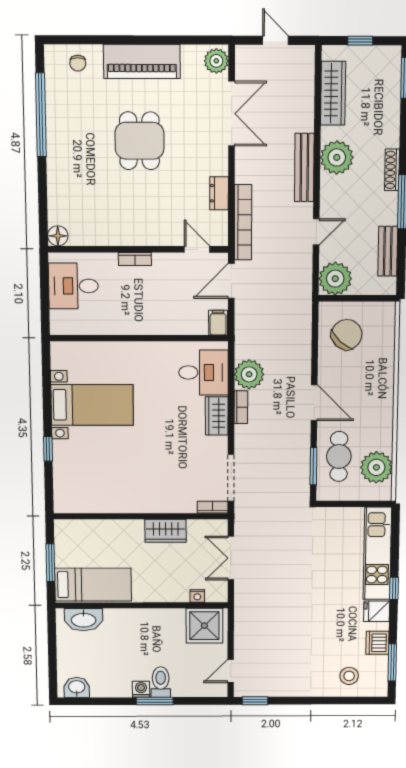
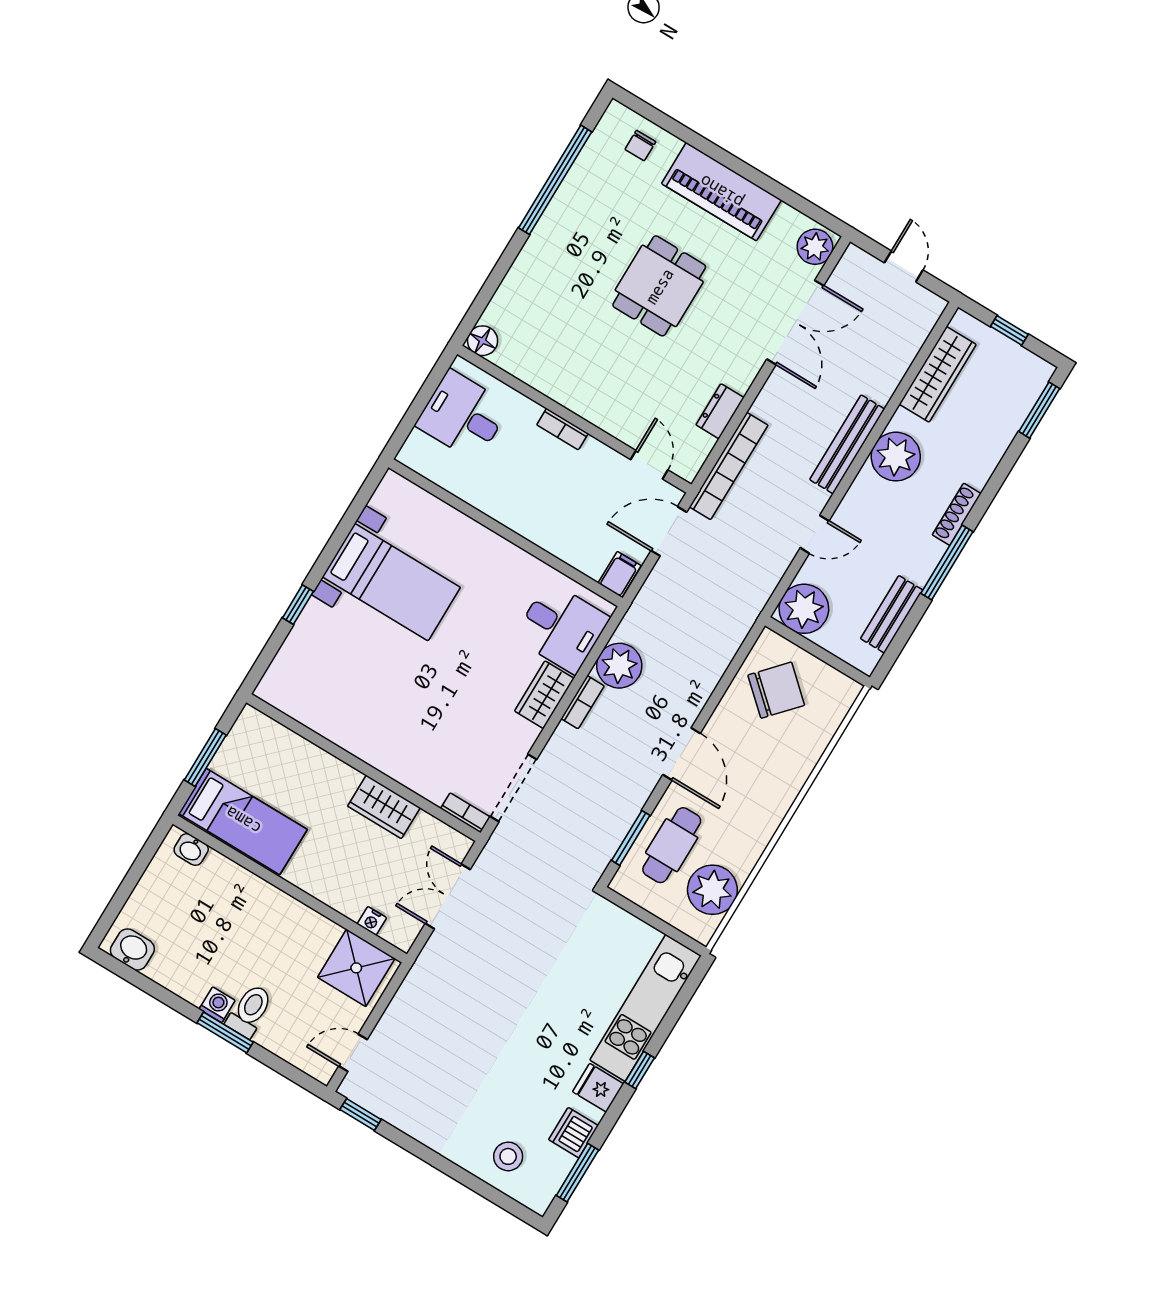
washbasin: (84, 620) -> (191, 849), width x0.52, depth x0.69

